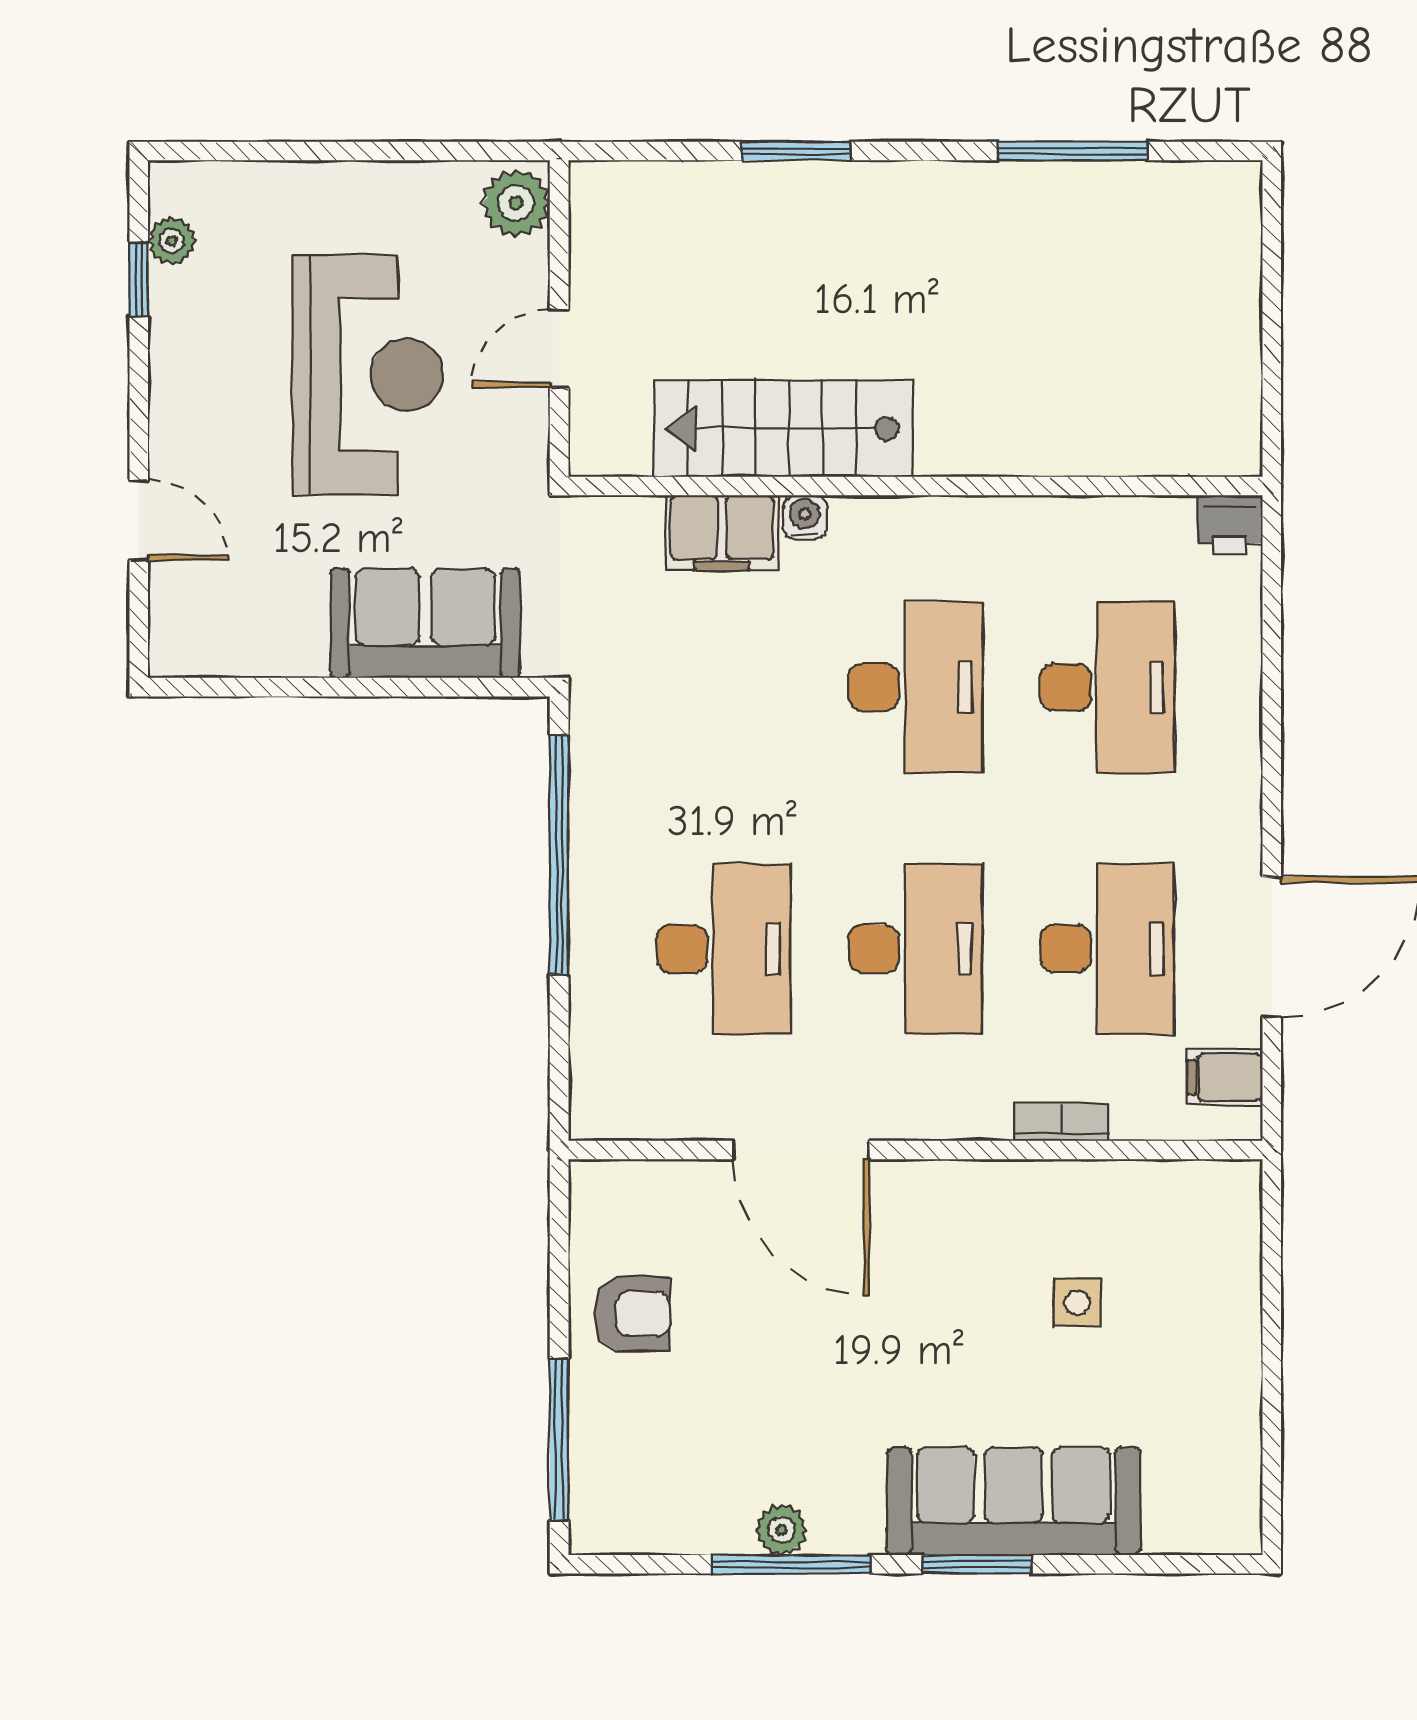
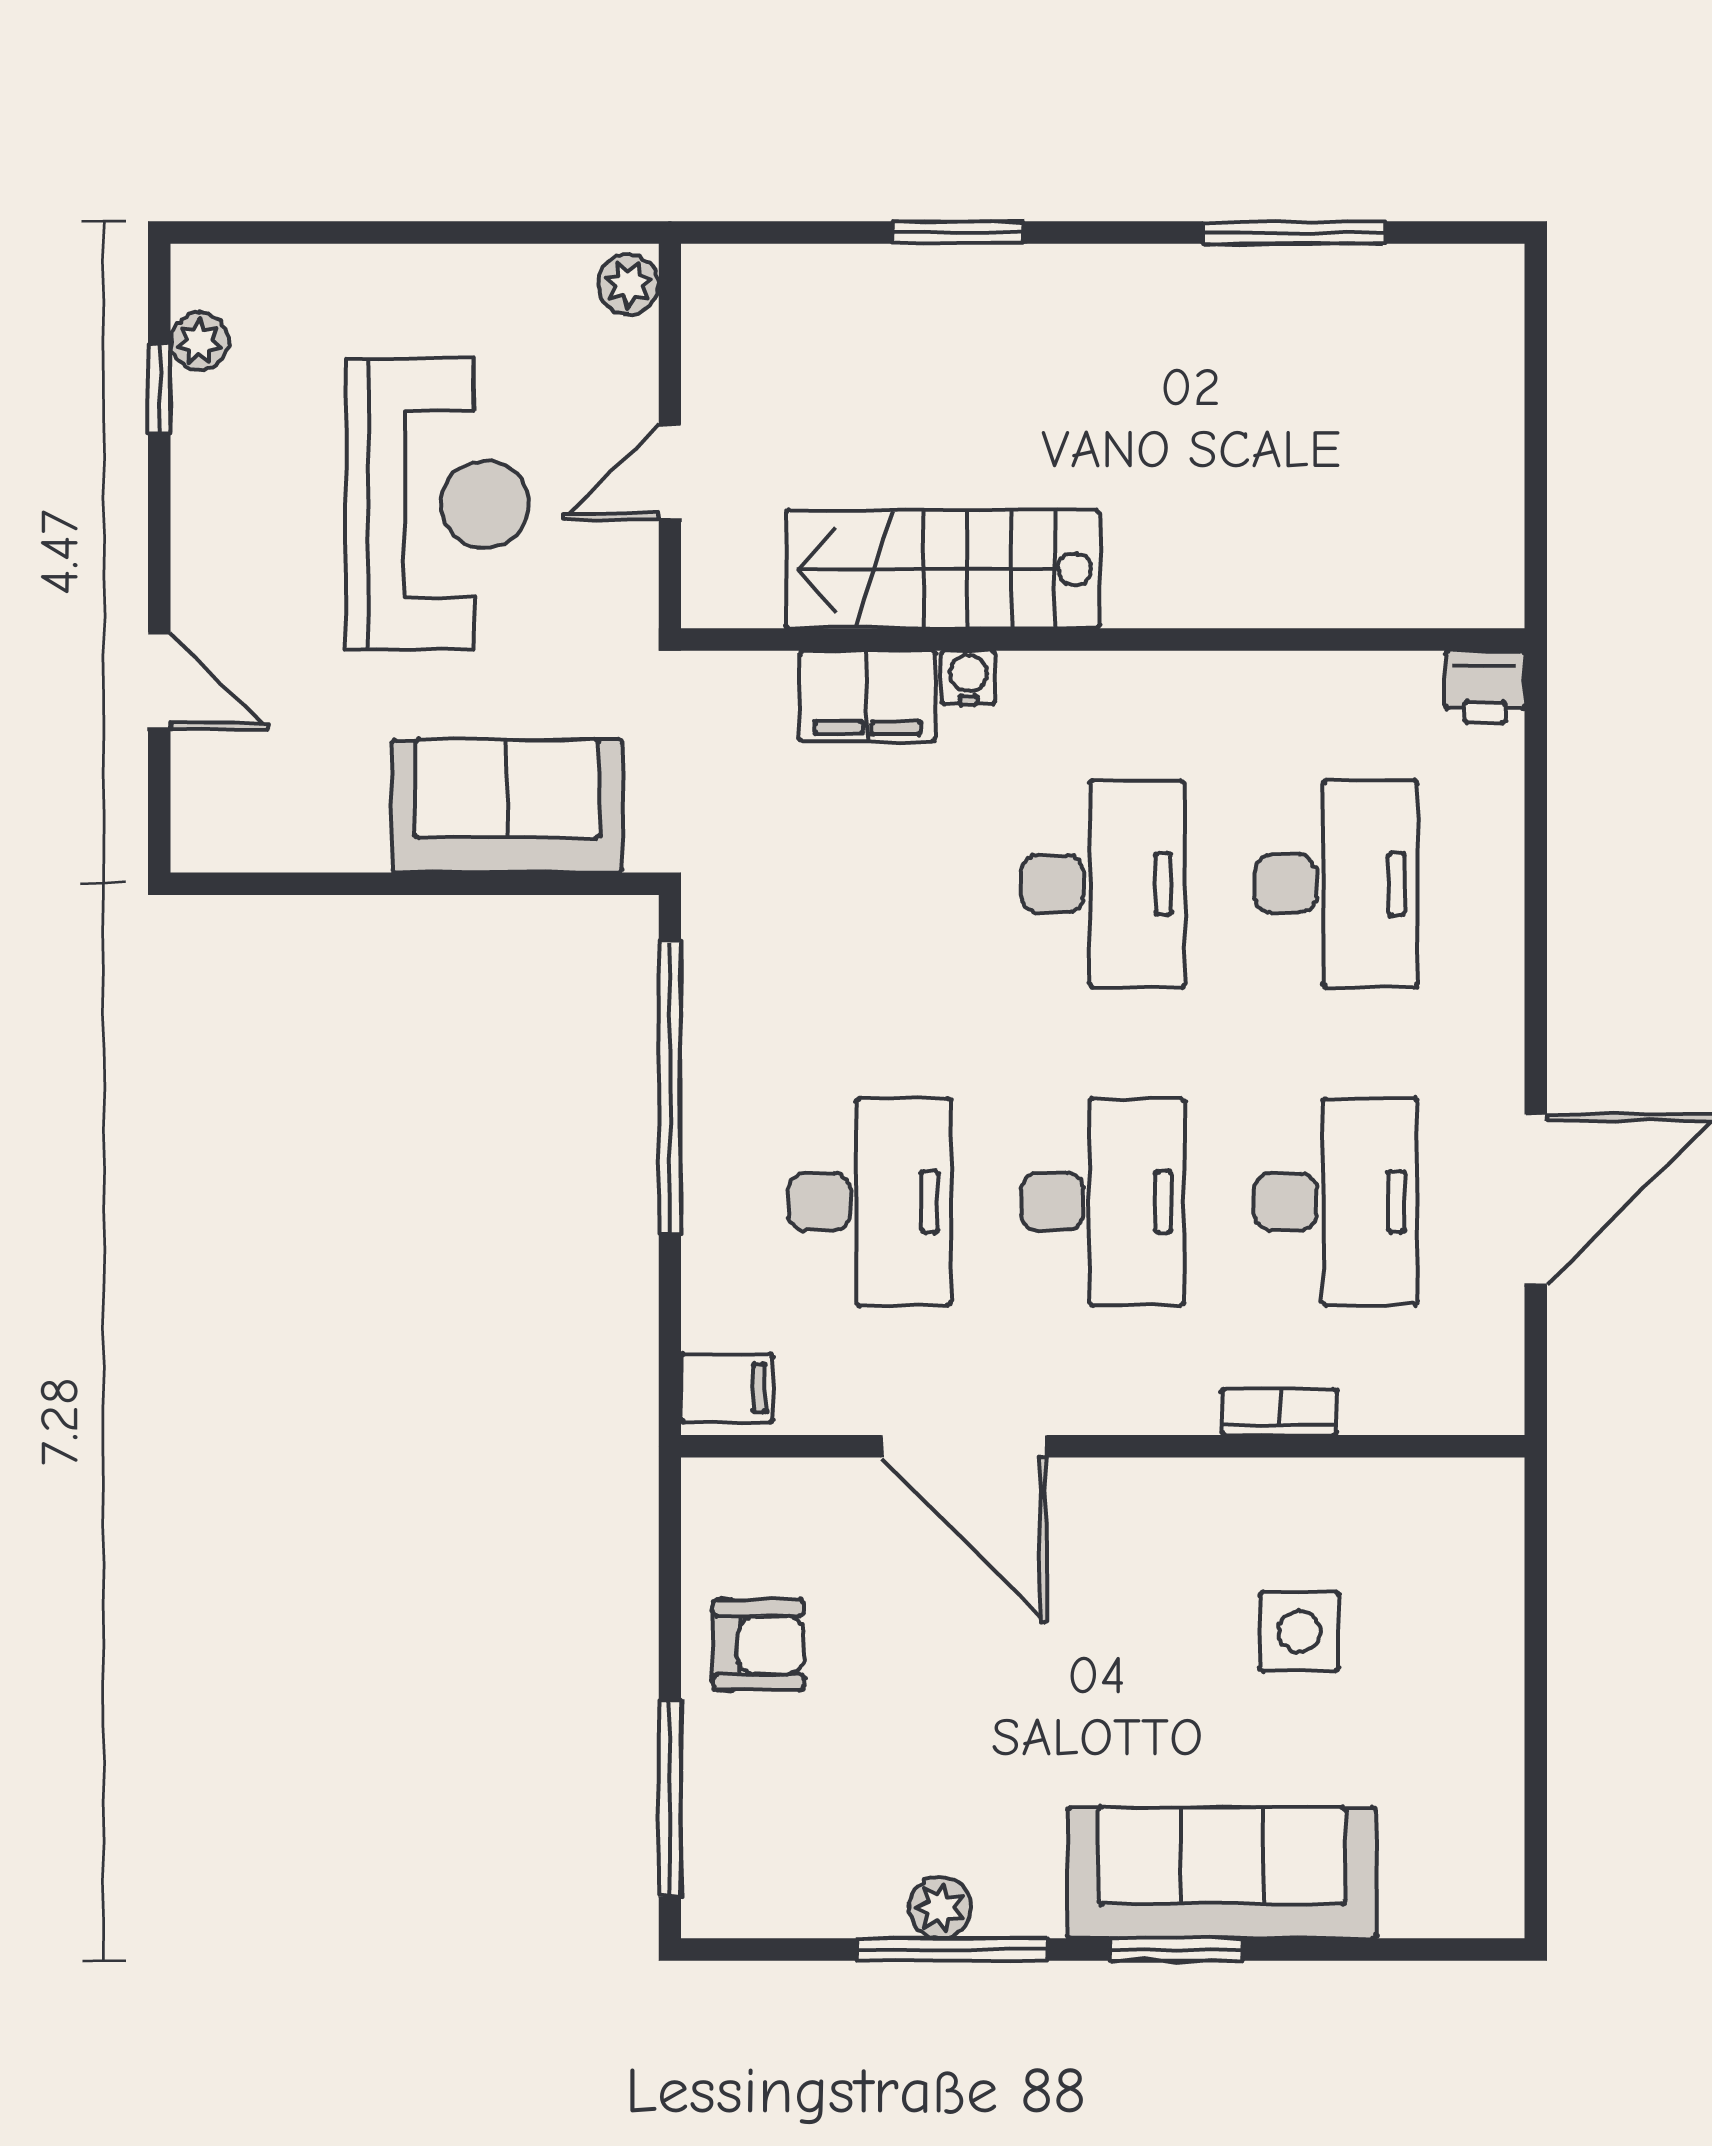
plant: (516, 203) -> (629, 284), width x0.73, depth x0.73
filing cabinet: (1225, 1077) -> (727, 1388), moved, turned 180
side table: (1077, 1302) -> (1299, 1631), width x1.37, depth x1.37

